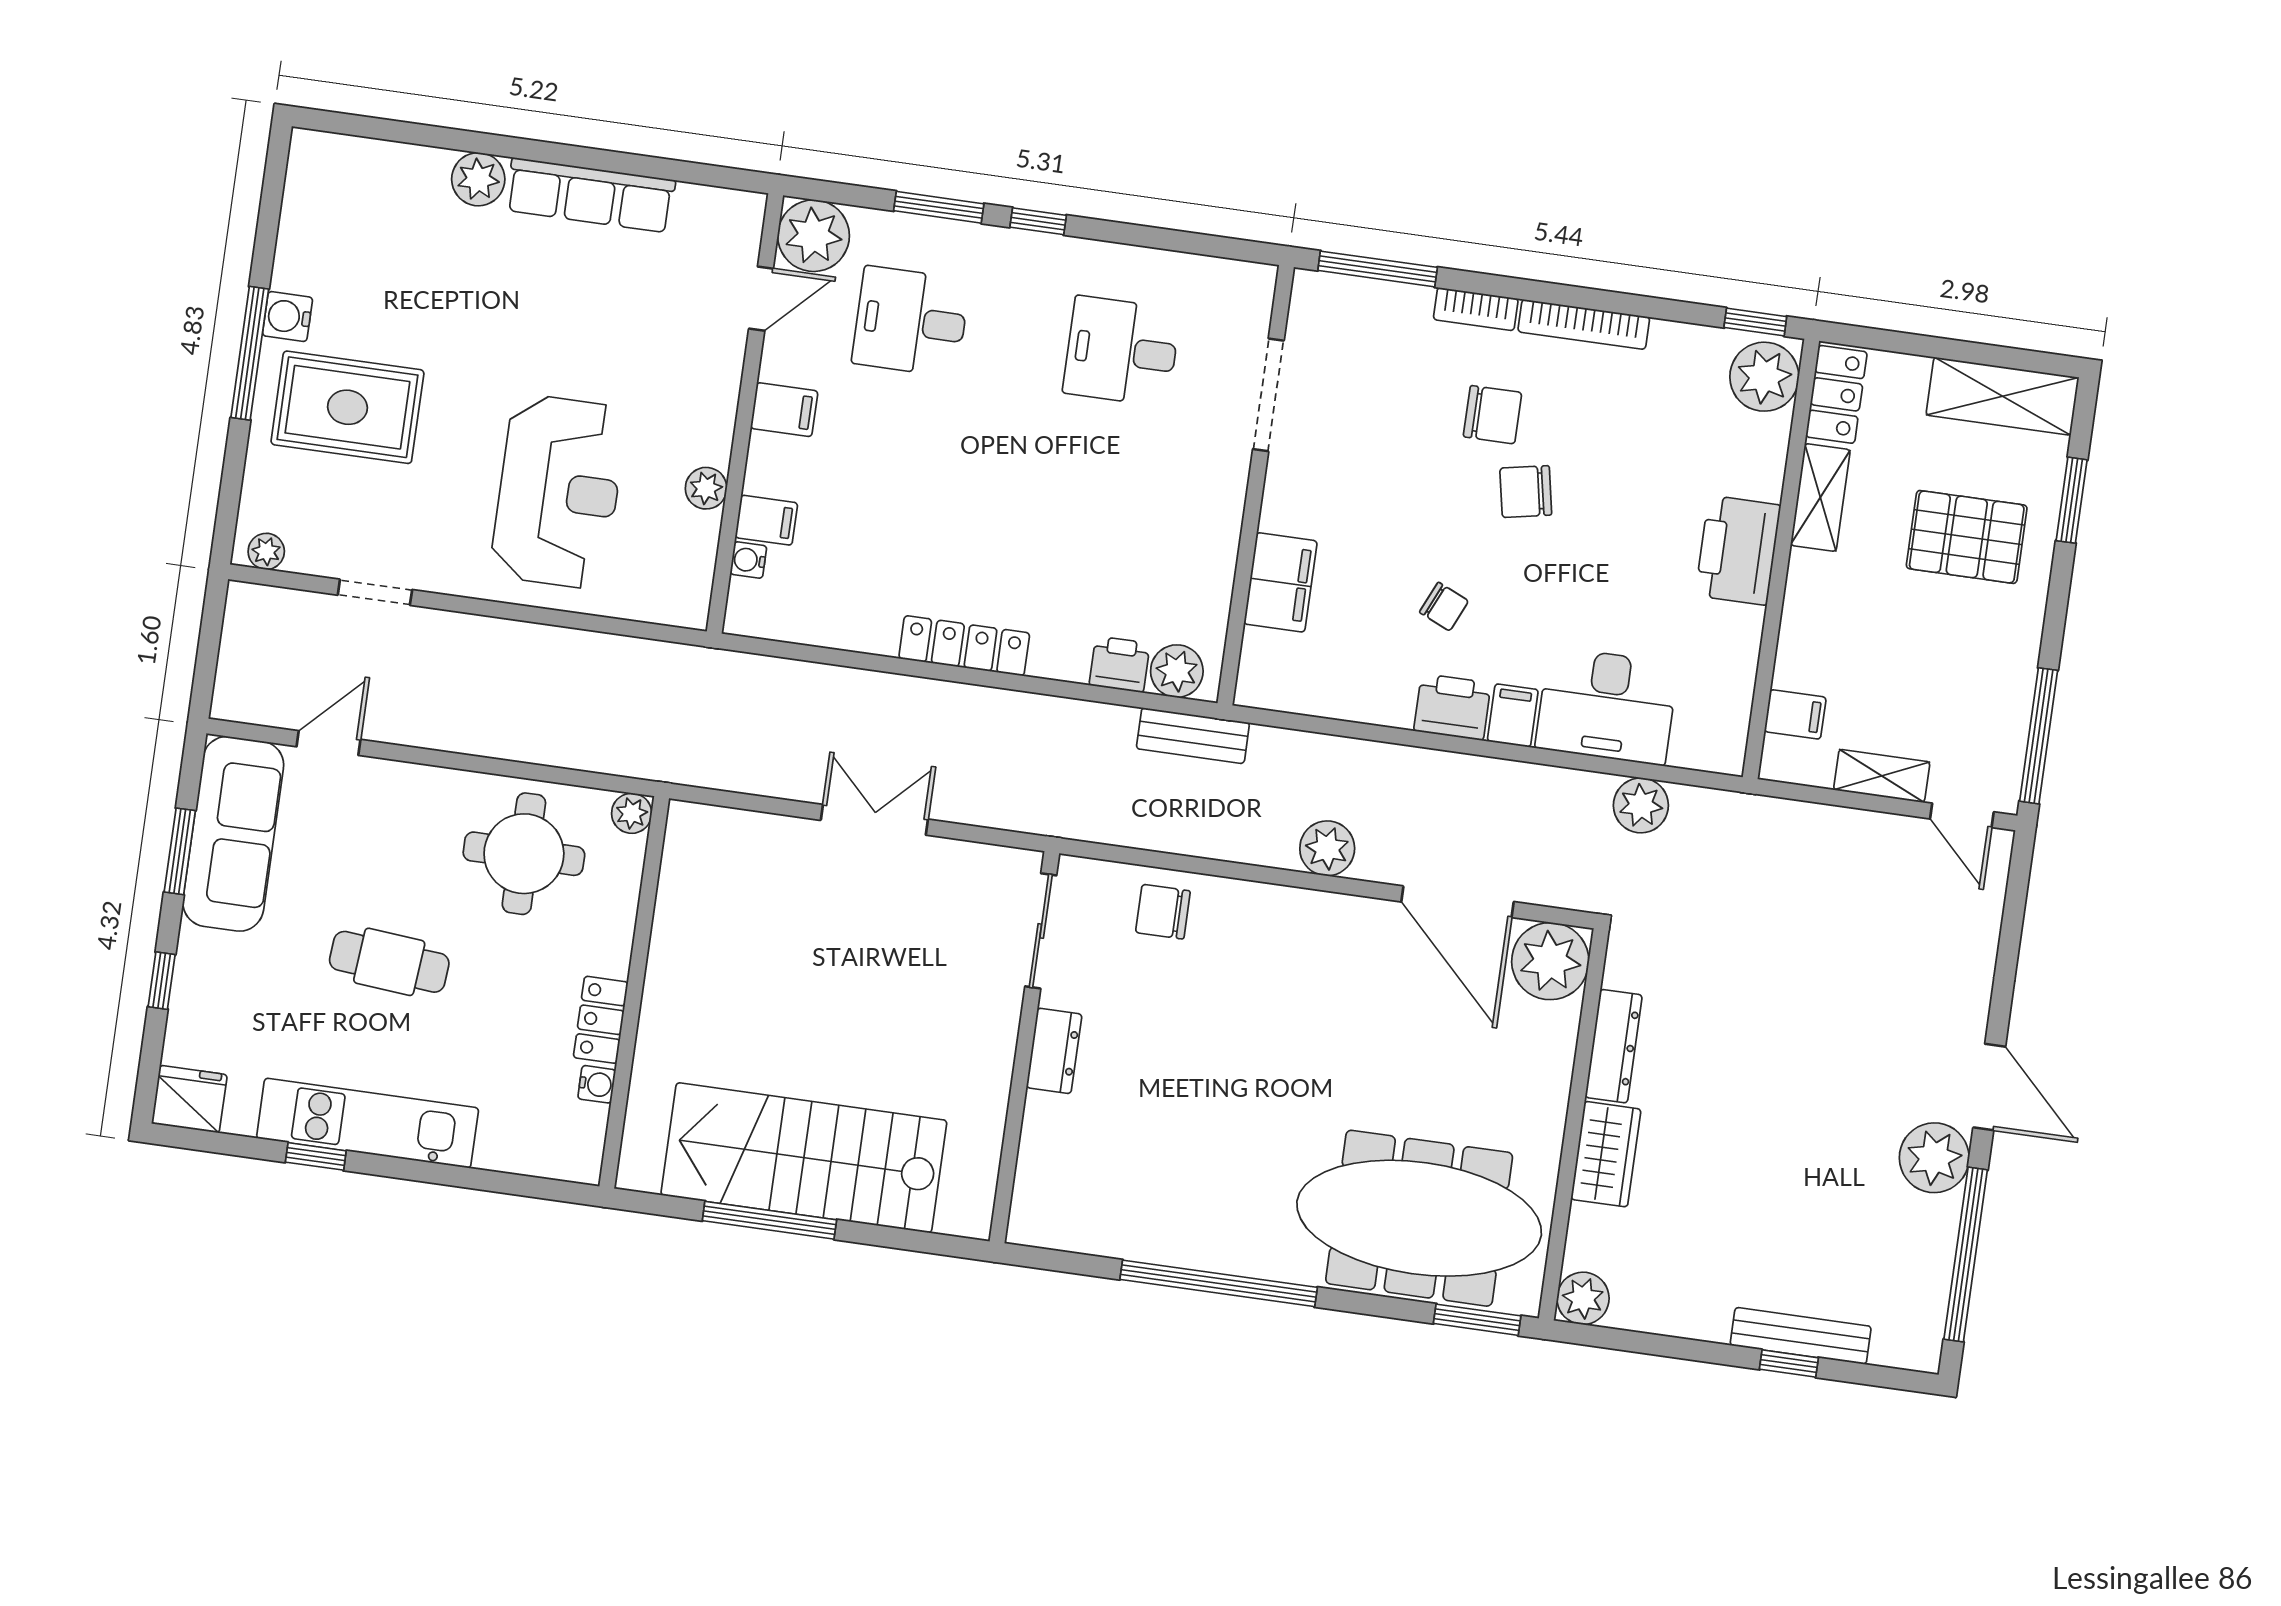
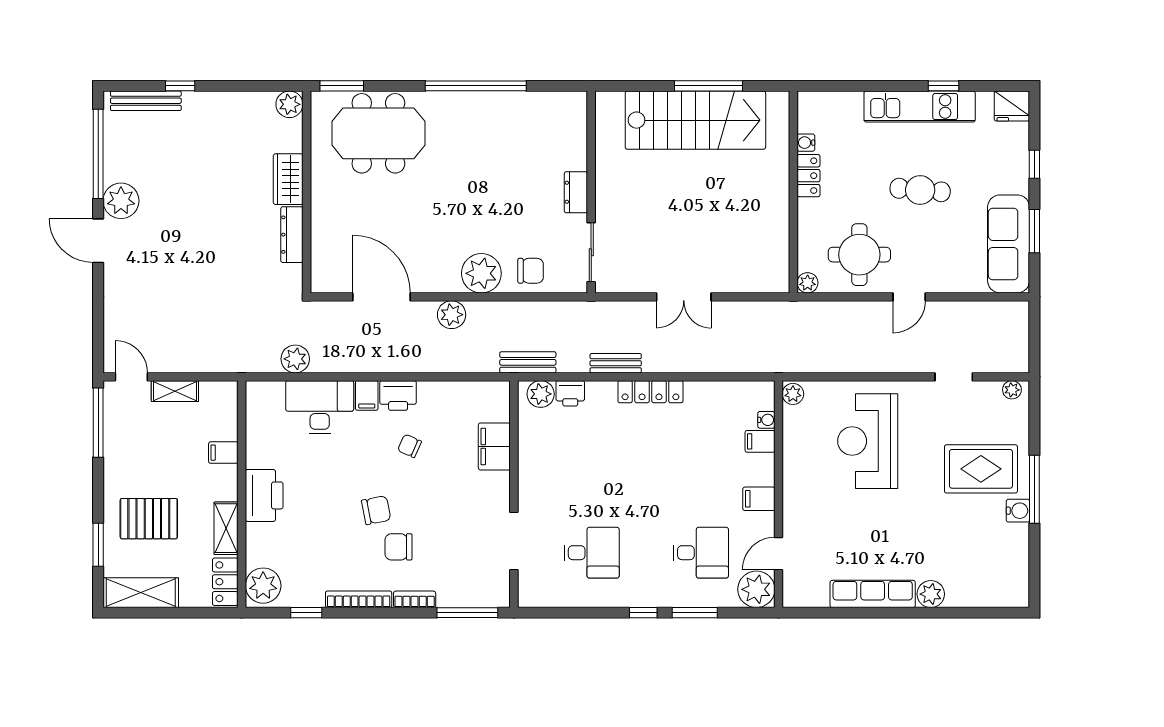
window: (1755, 322) -> (306, 613), moved
plant: (706, 488) -> (793, 394), moved
bench: (1024, 710) -> (616, 363), added
filing cabinet: (1795, 714) -> (223, 453), moved
door: (329, 743) -> (909, 297), moved
plant: (1550, 961) -> (481, 273), moved
meeting table: (1419, 1218) -> (378, 133), width x0.73
bench: (1801, 1336) -> (146, 101), moved

